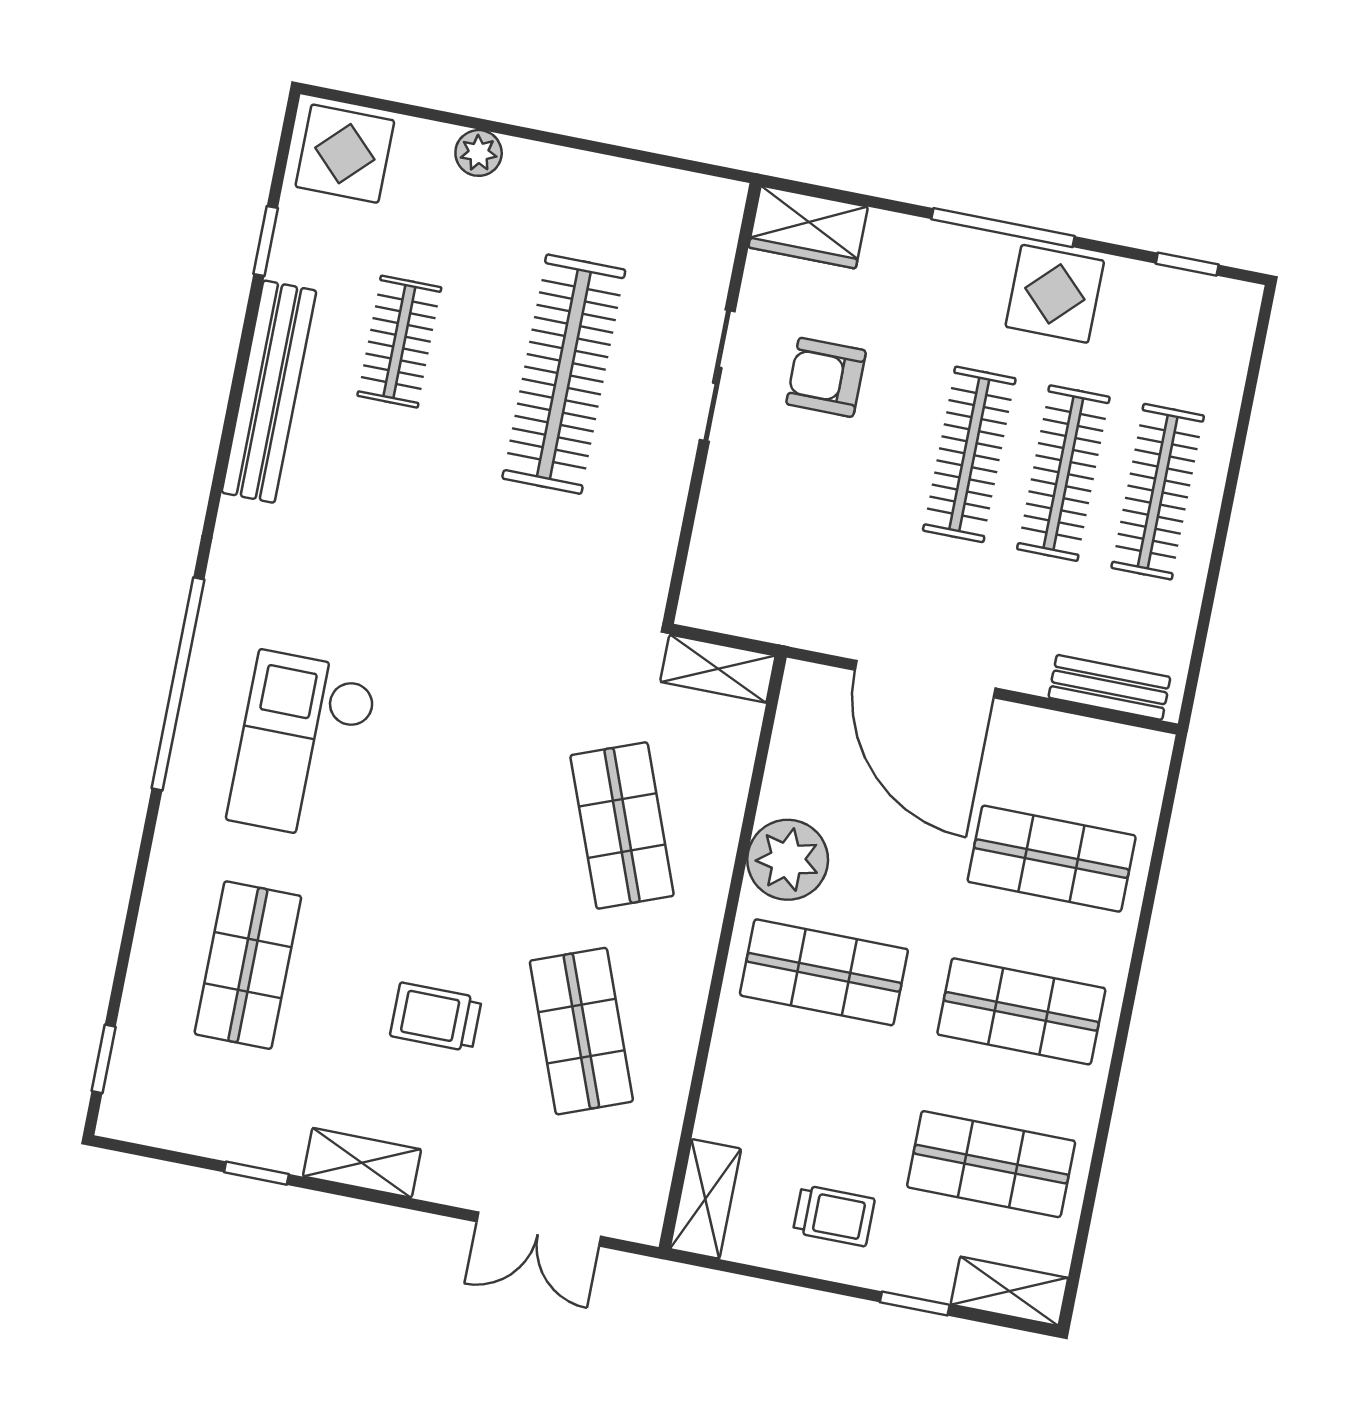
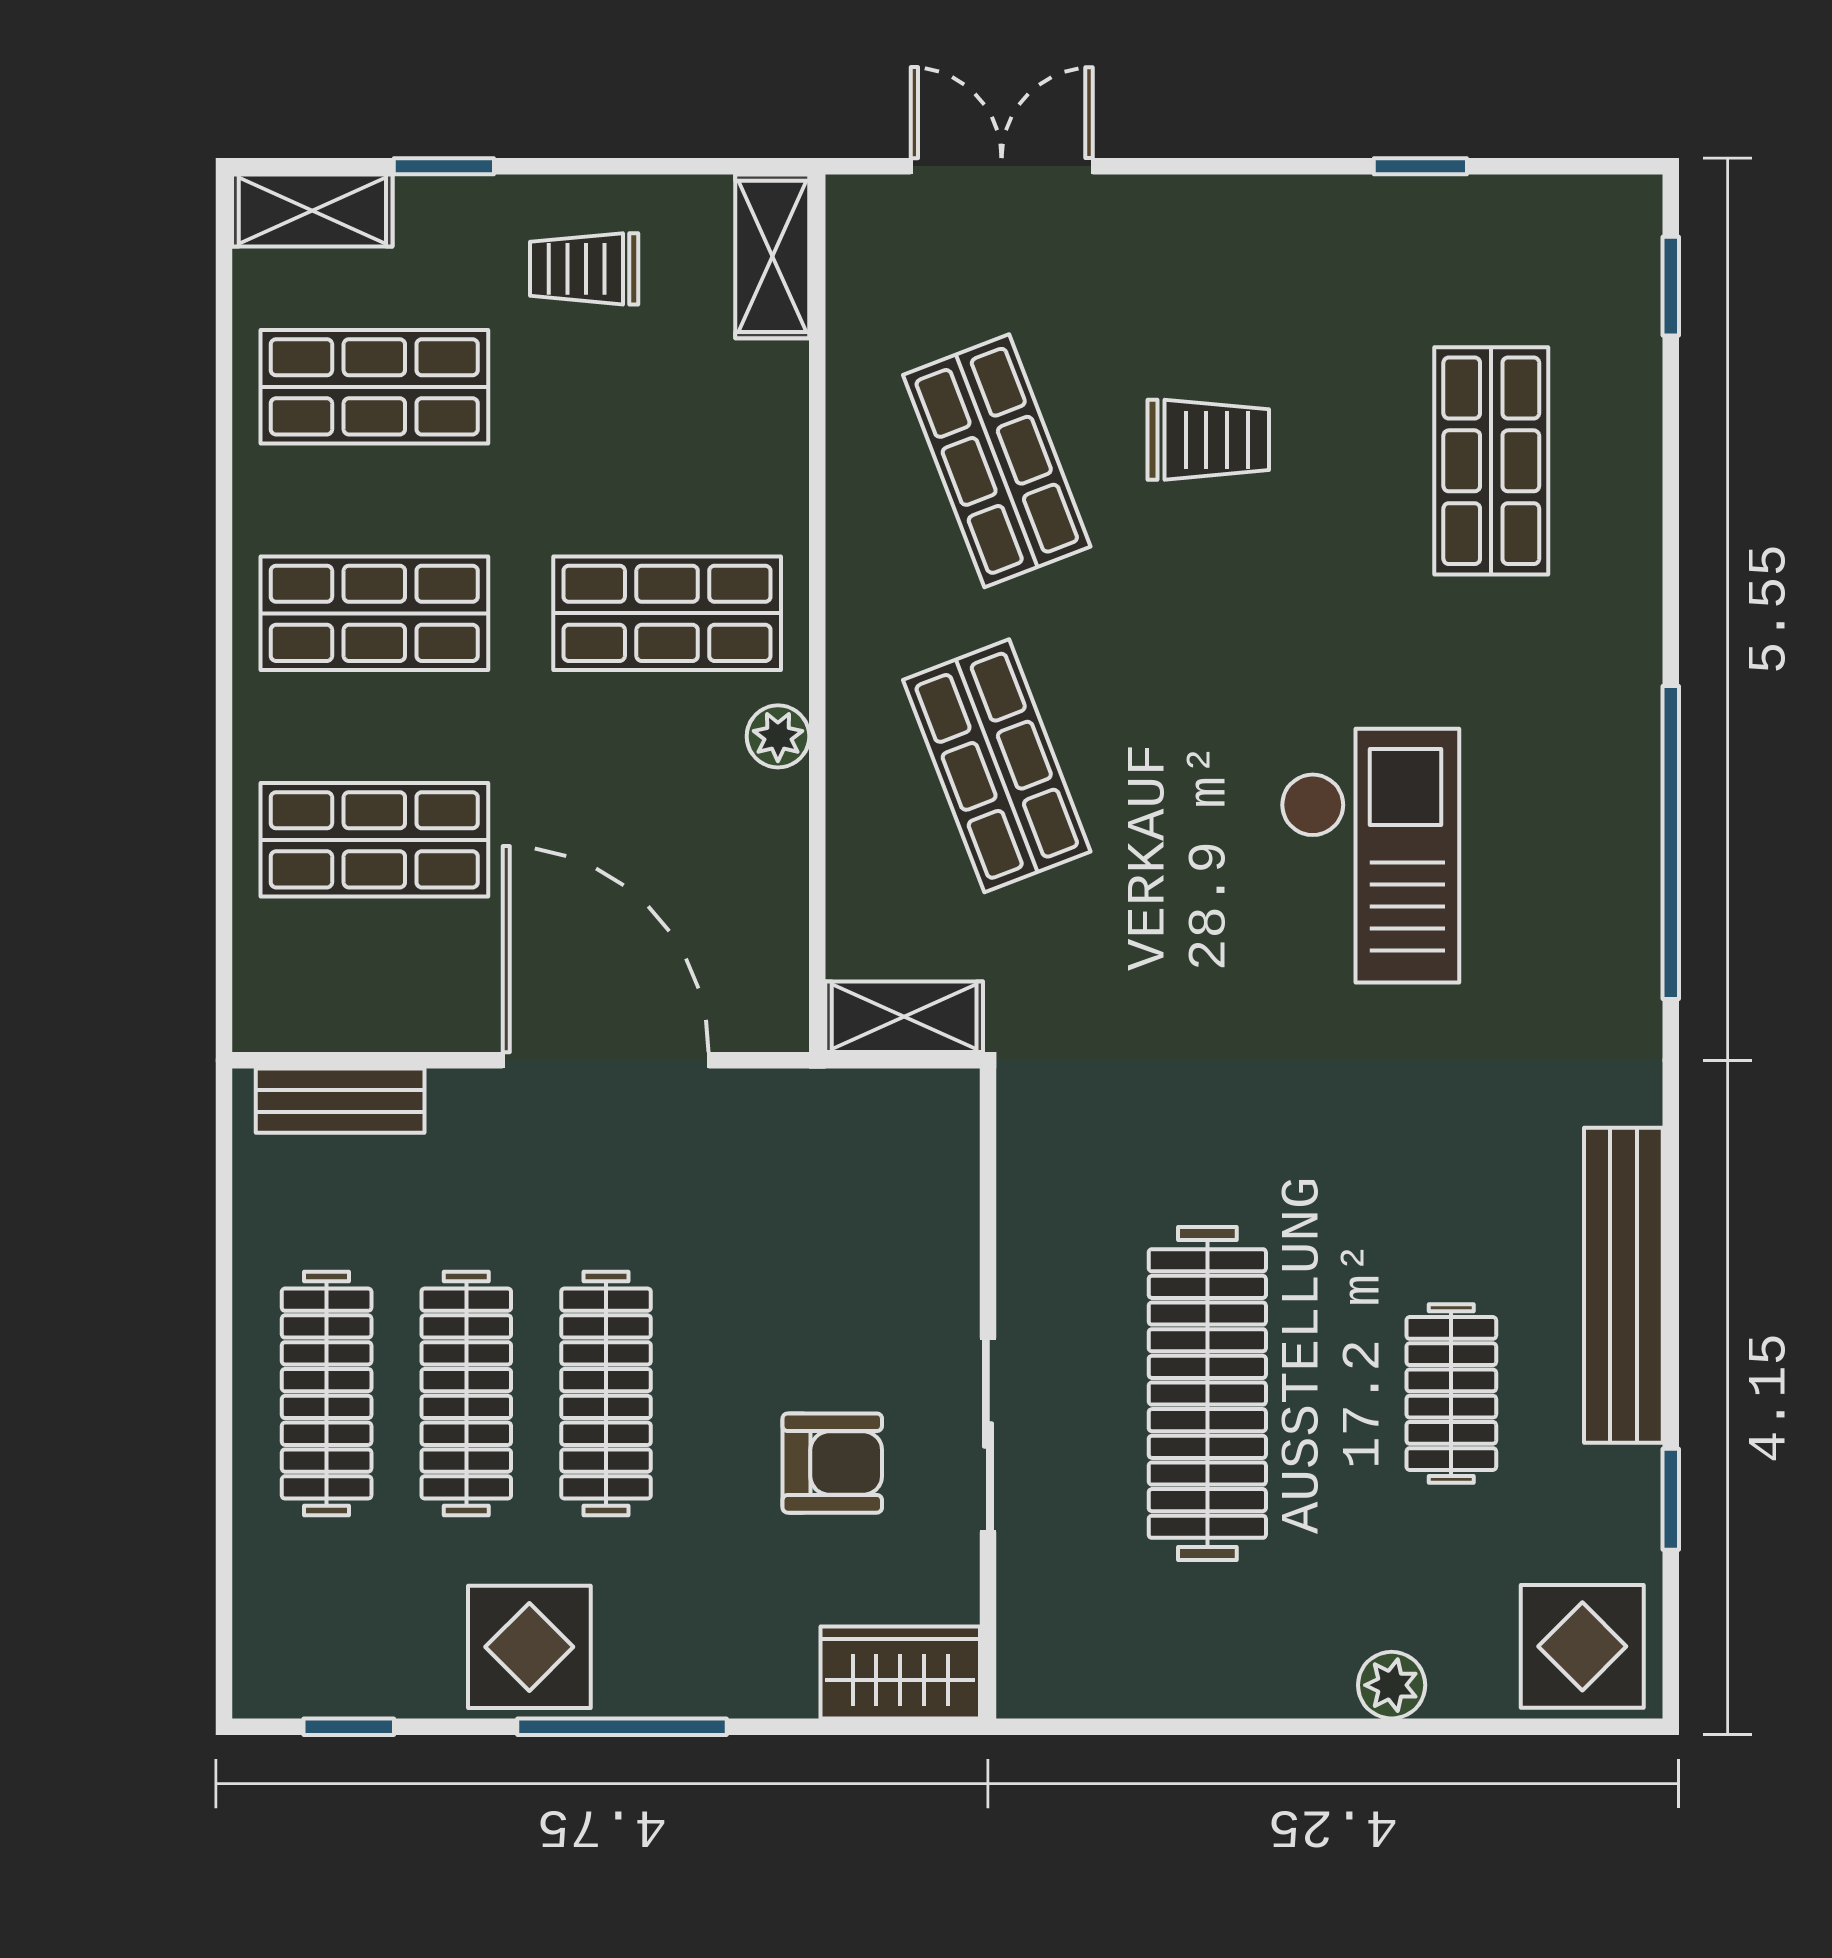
checkout: (303, 746) -> (1370, 856), moved
plant: (788, 860) -> (778, 736), width x0.53, depth x0.53
shelving: (362, 1163) -> (1273, 211), removed

